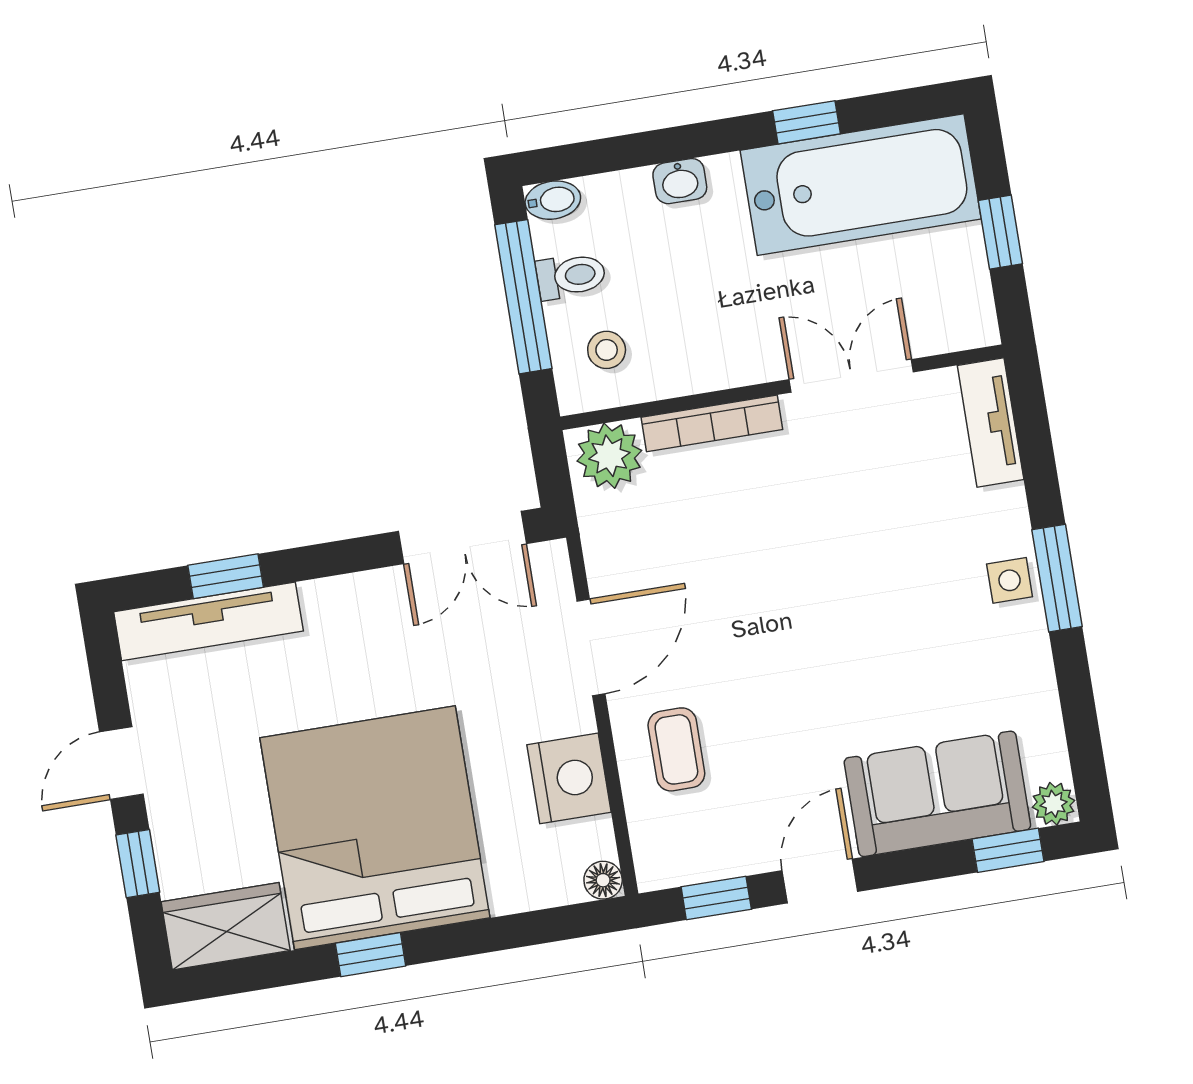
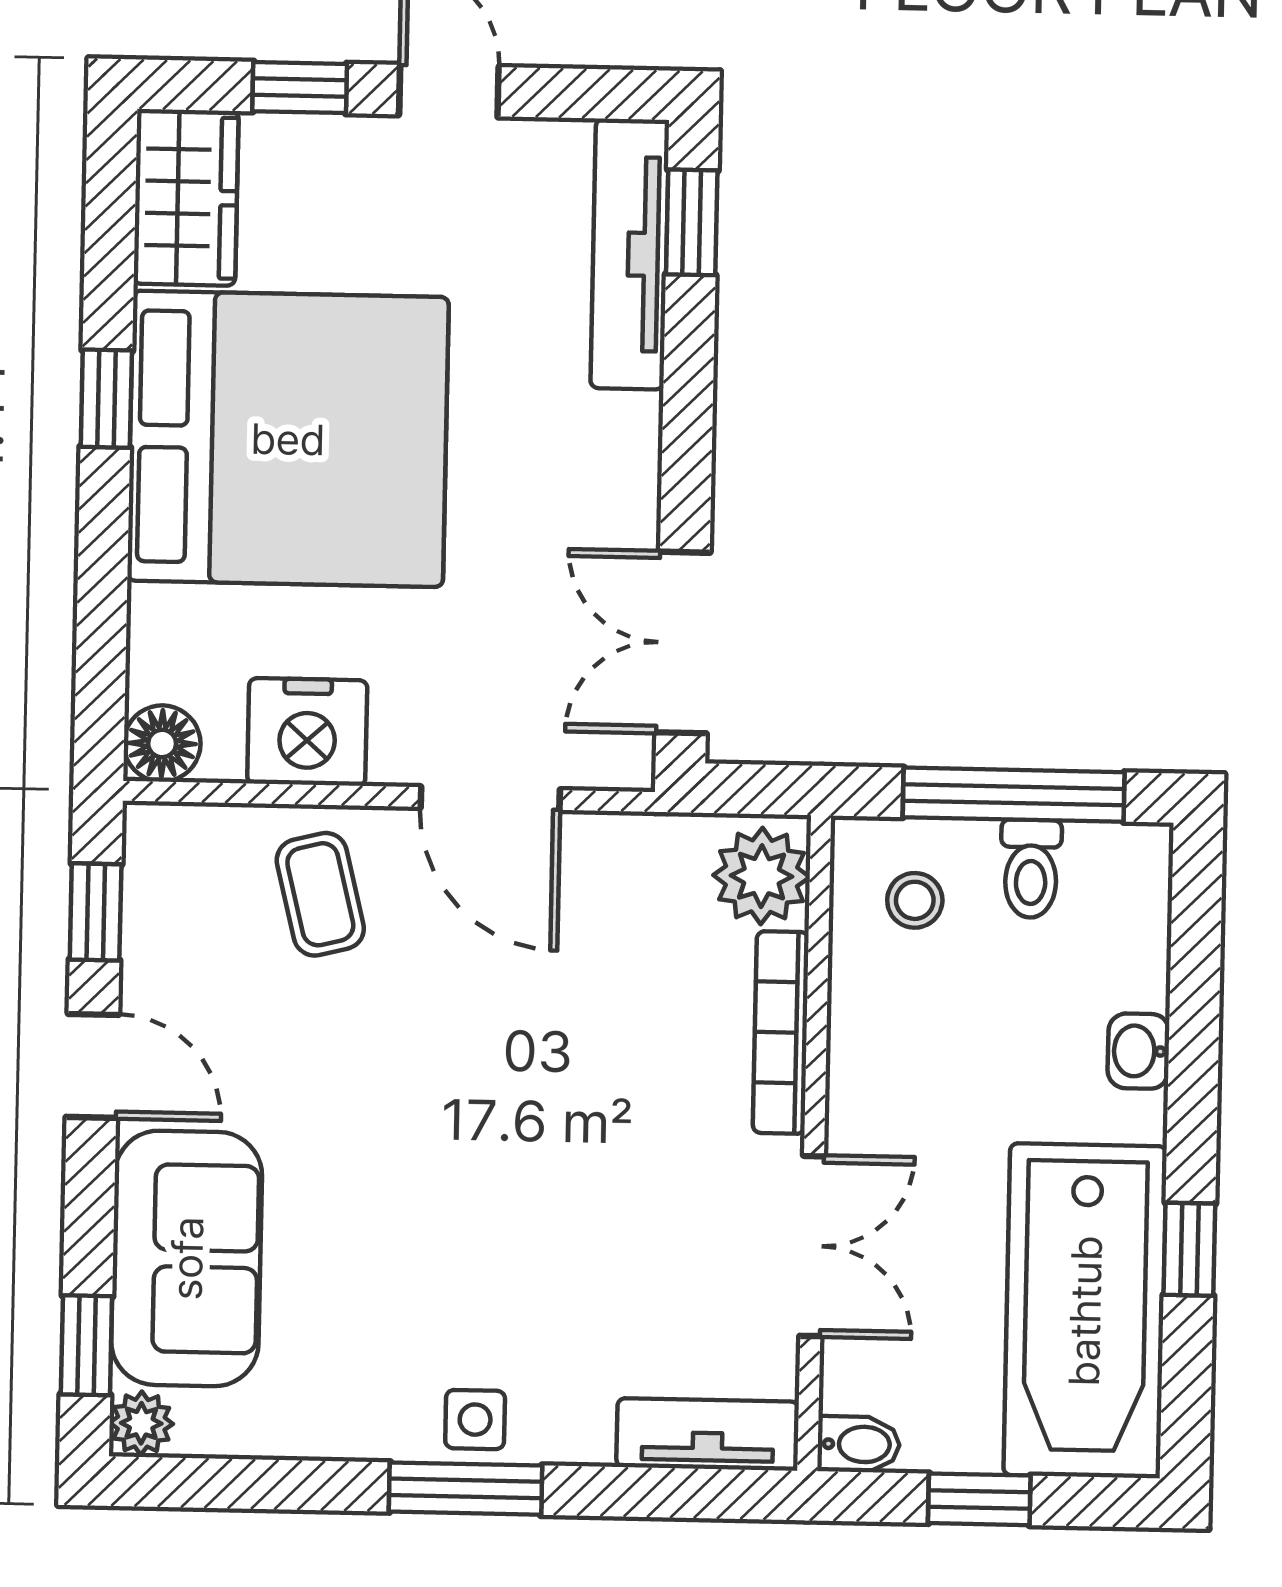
bidet: (553, 200) -> (859, 1444), moved, turned -90
window: (226, 576) -> (692, 222), moved
coffee table: (676, 749) -> (320, 894), turned 76
floor lamp: (603, 880) -> (162, 744), width x1.37, depth x1.37

